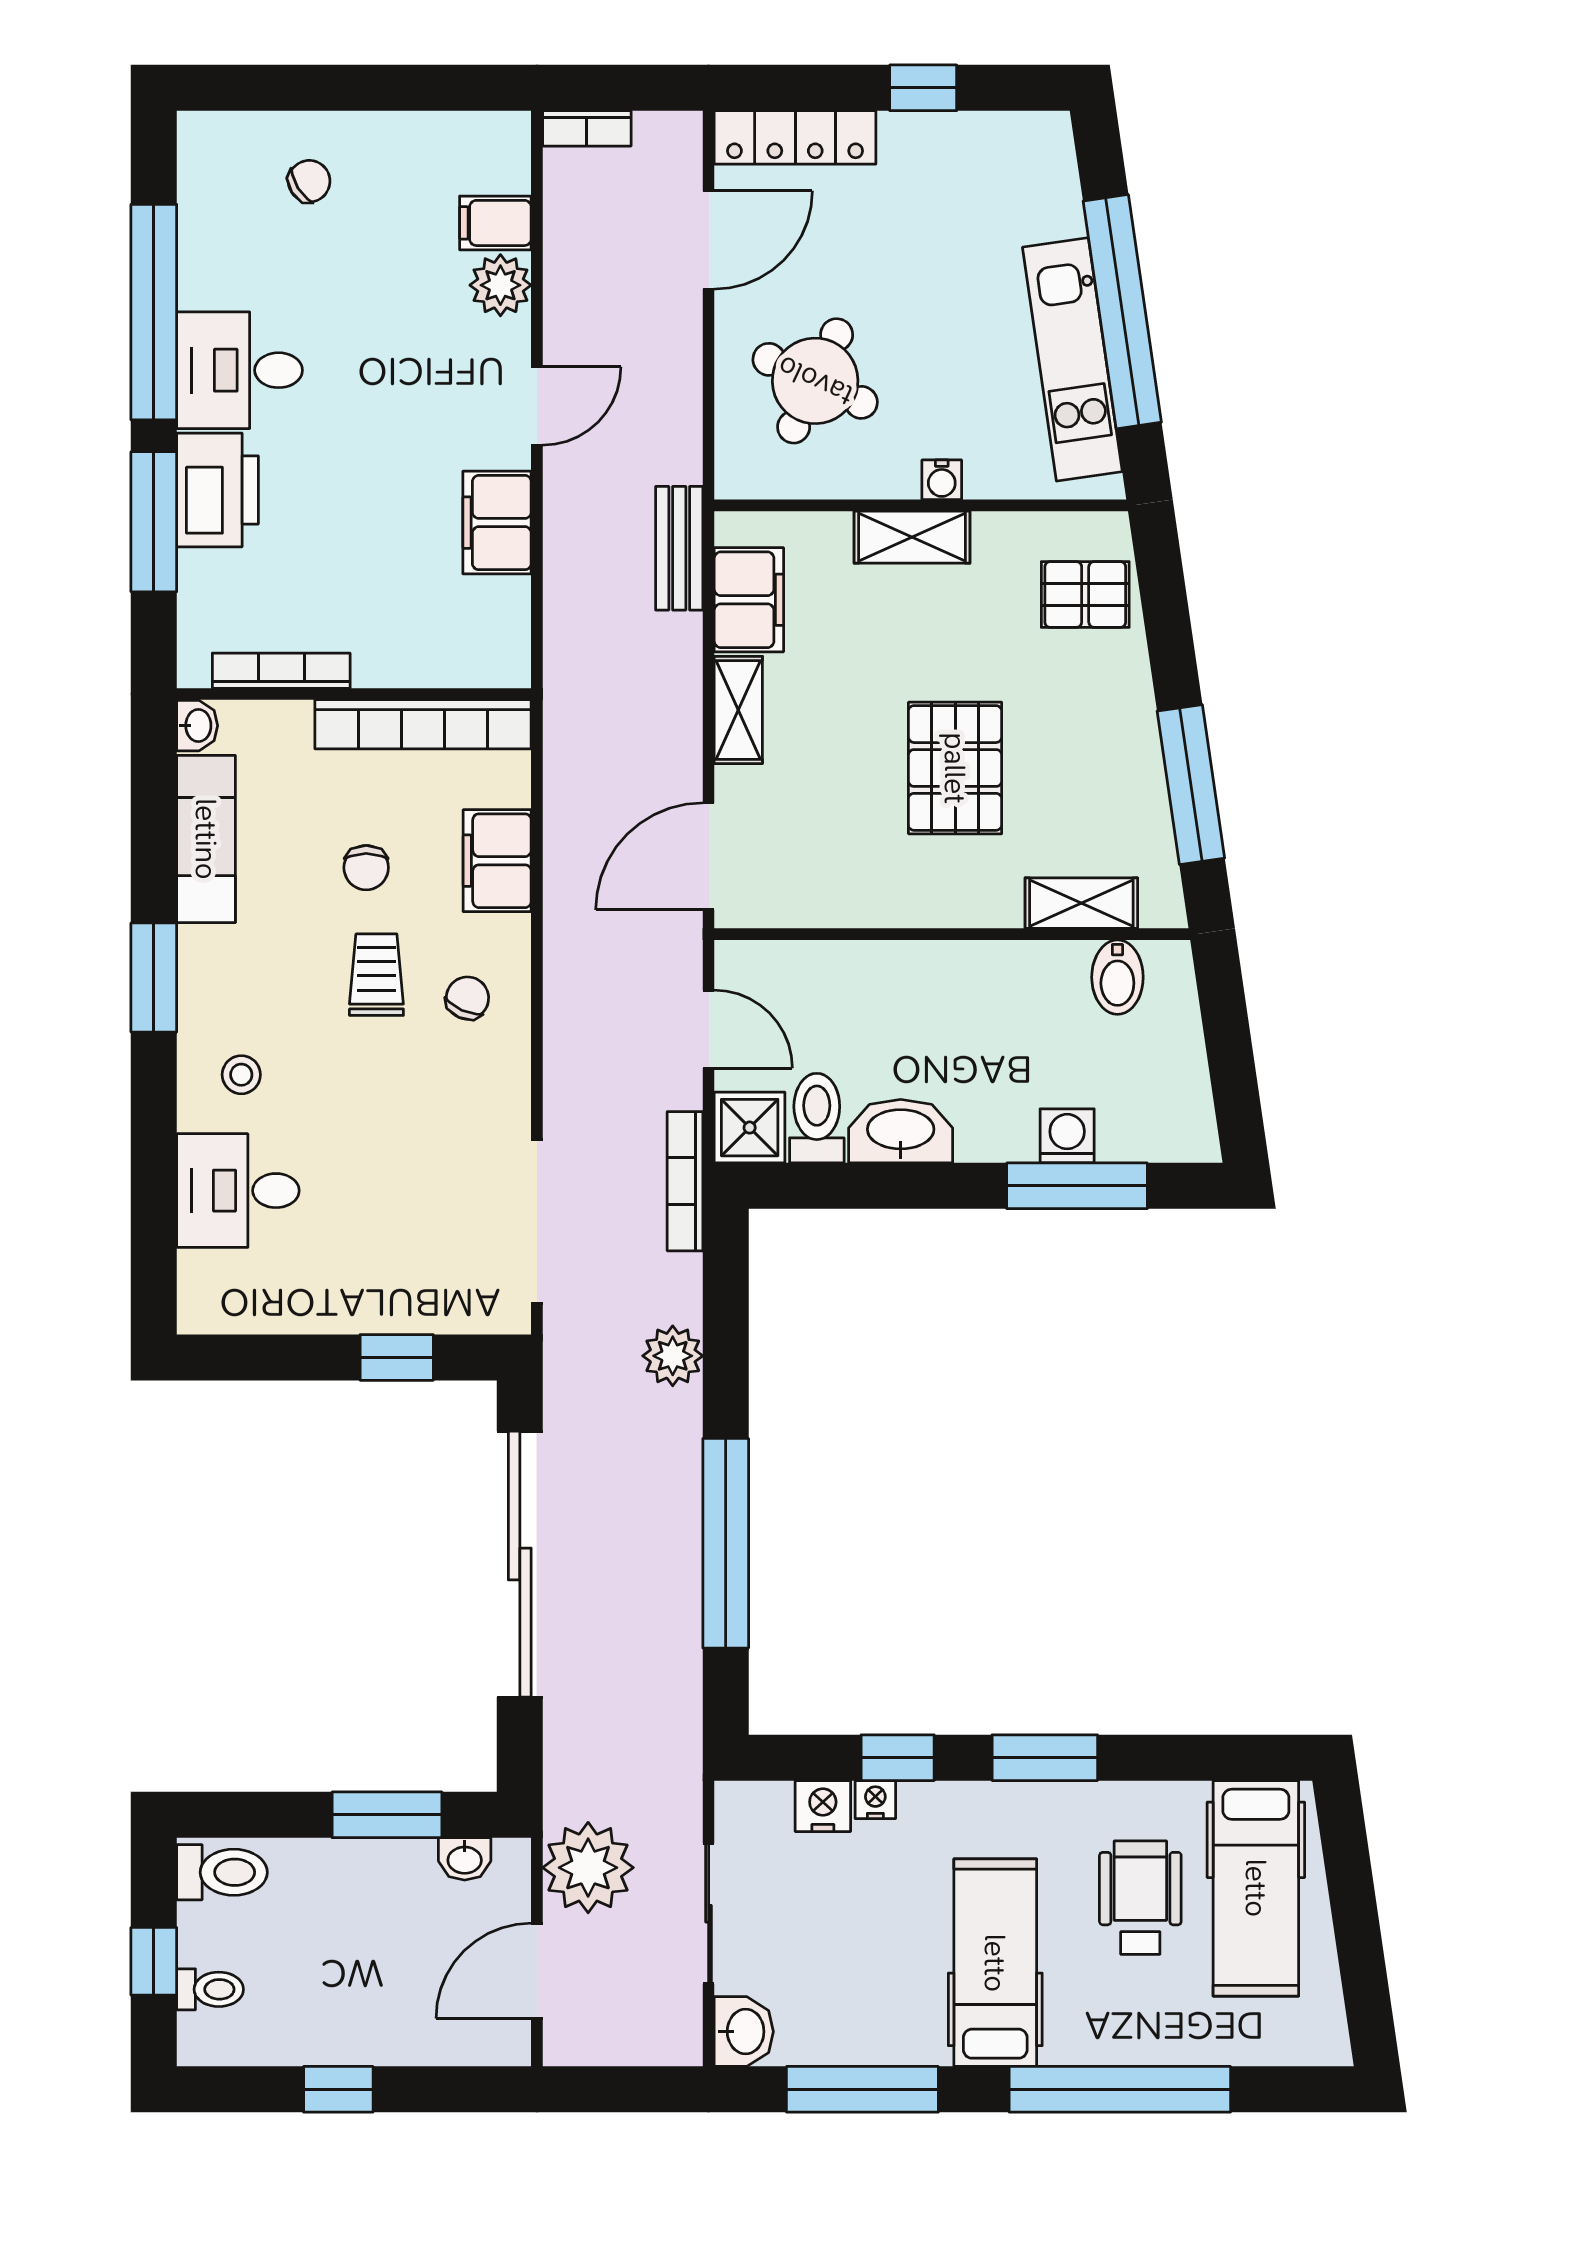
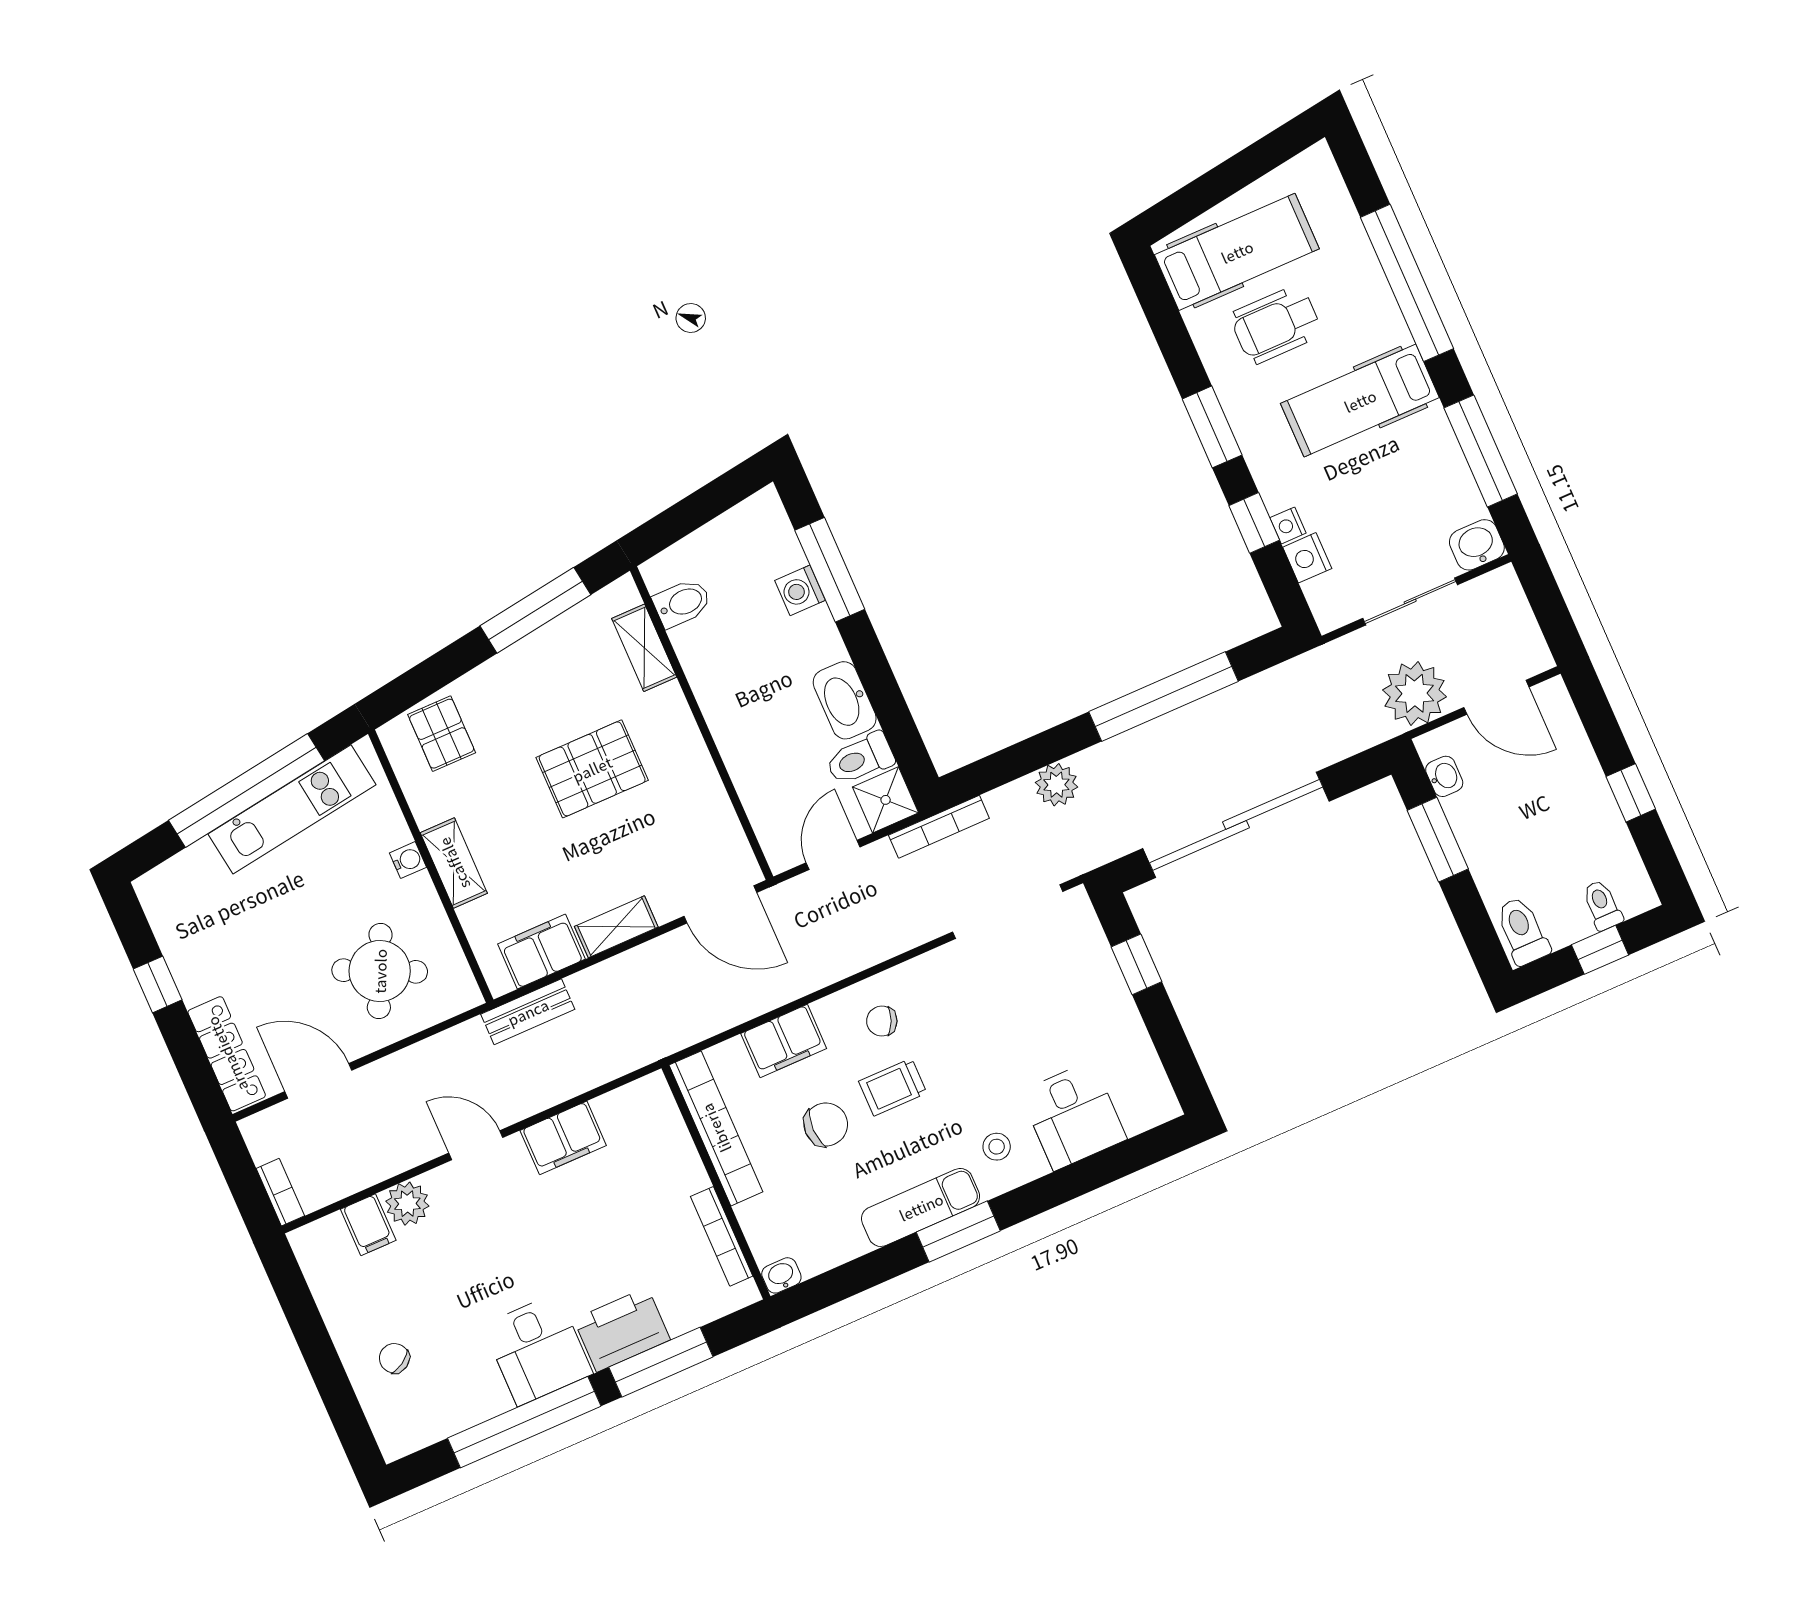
exam couch: (206, 839) -> (921, 1207), moved
chair: (366, 868) -> (826, 1124), width x1.37, depth x1.37

